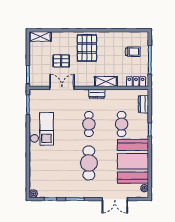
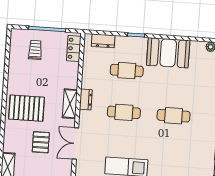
shelving: (106, 82) -> (70, 104), moved
booth: (133, 161) -> (168, 53), width x0.73, depth x0.70
cafe table: (89, 163) -> (174, 116), width x0.73, depth x0.74

